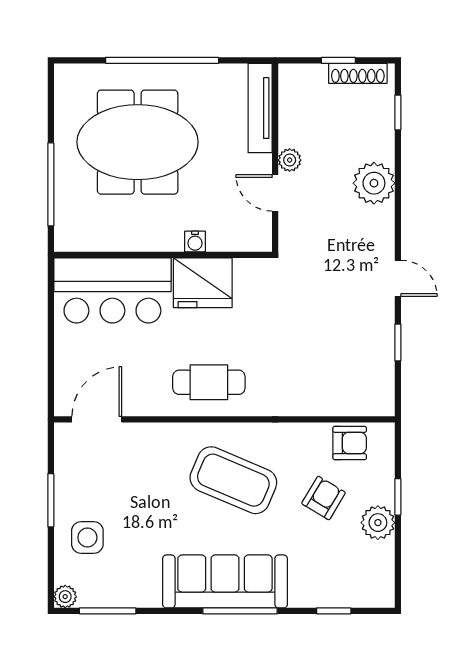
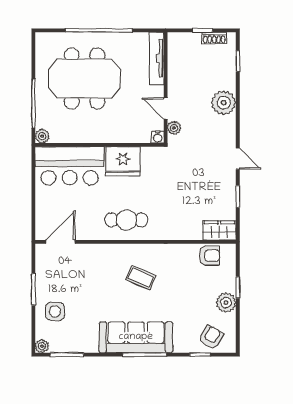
shoe rack: (358, 73) -> (214, 38), width x0.70
plant: (290, 160) -> (174, 128), moved
plant: (66, 240) -> (42, 136), added
water cooler: (195, 242) -> (158, 137), moved
wardrobe: (367, 400) -> (219, 230), added
coffee table: (233, 480) -> (141, 278), width x0.54, depth x0.58
armchair: (324, 498) -> (211, 337), moved

